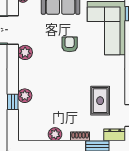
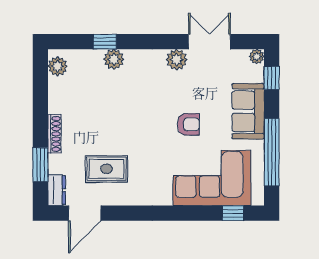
plant: (55, 134) -> (58, 66), moved
shoe rack: (80, 136) -> (54, 134), width x1.43

